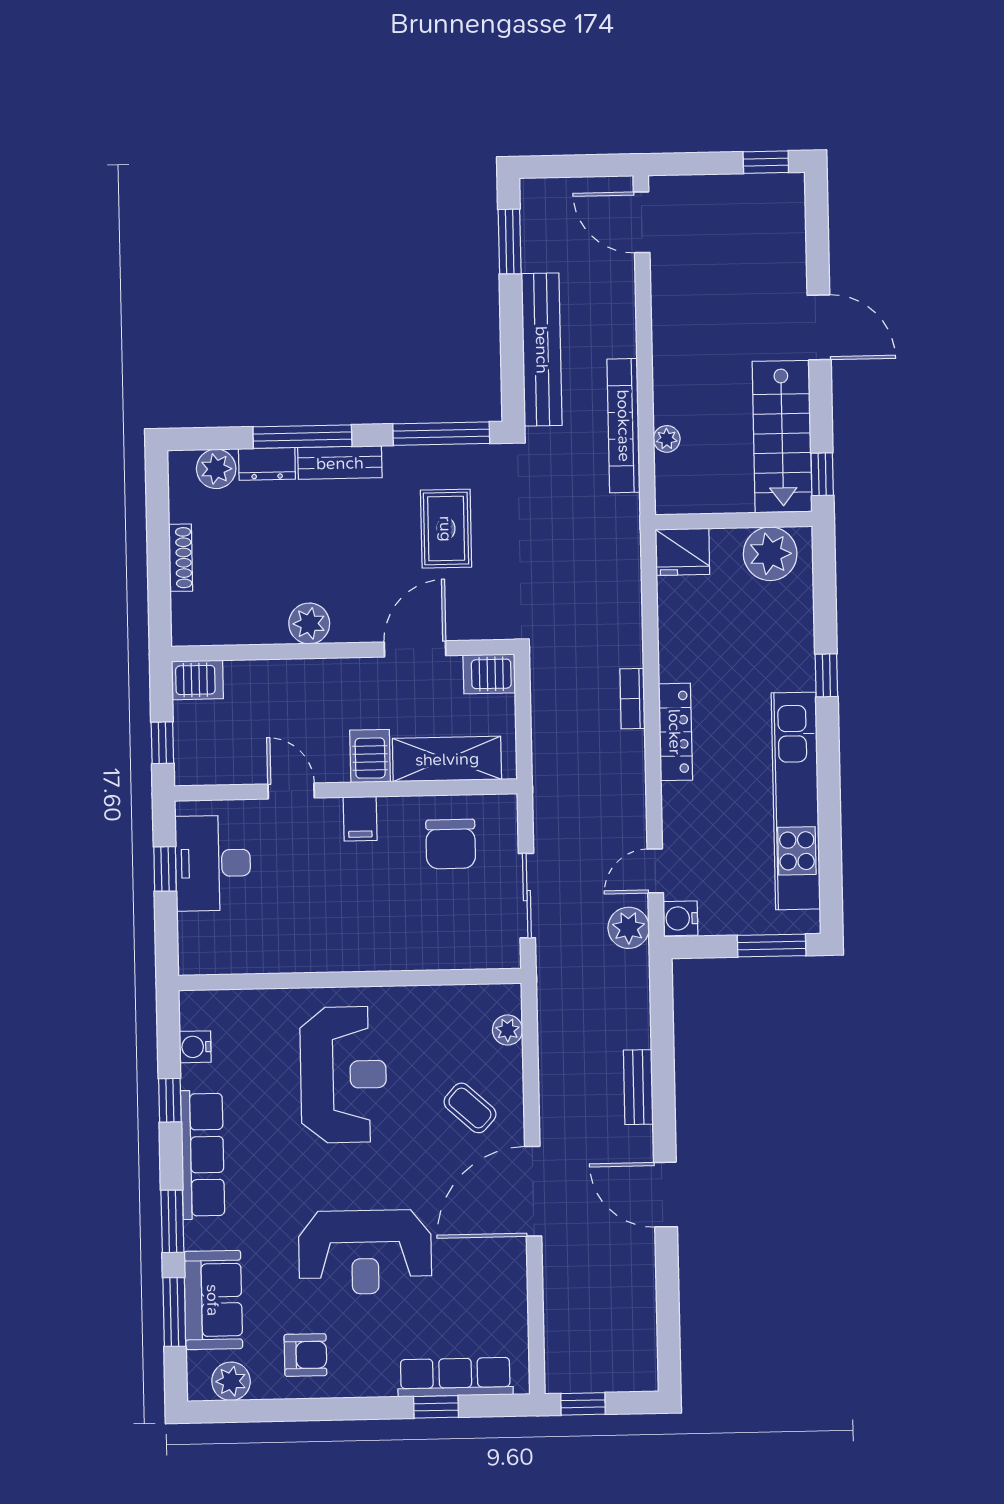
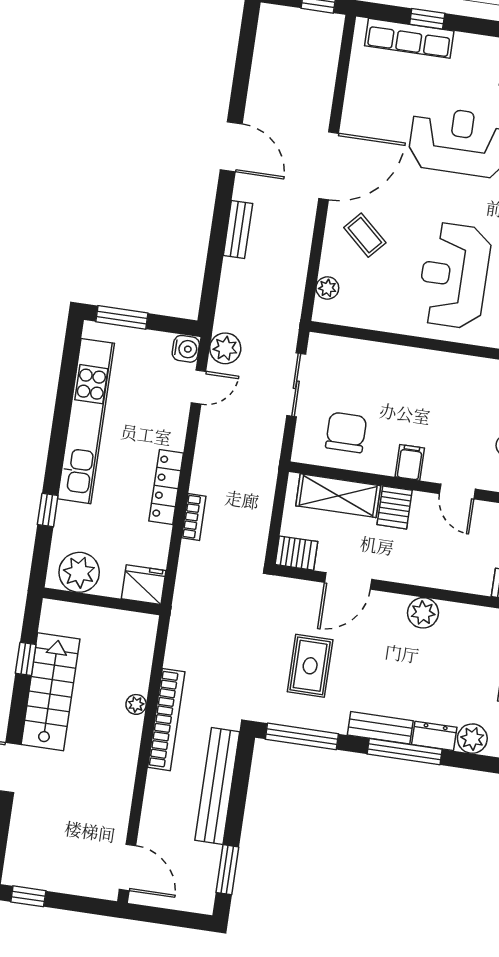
wall: (734, 521) -> (102, 601), moved
fridge: (682, 552) -> (144, 585), moved
plant: (770, 554) -> (79, 572), moved

